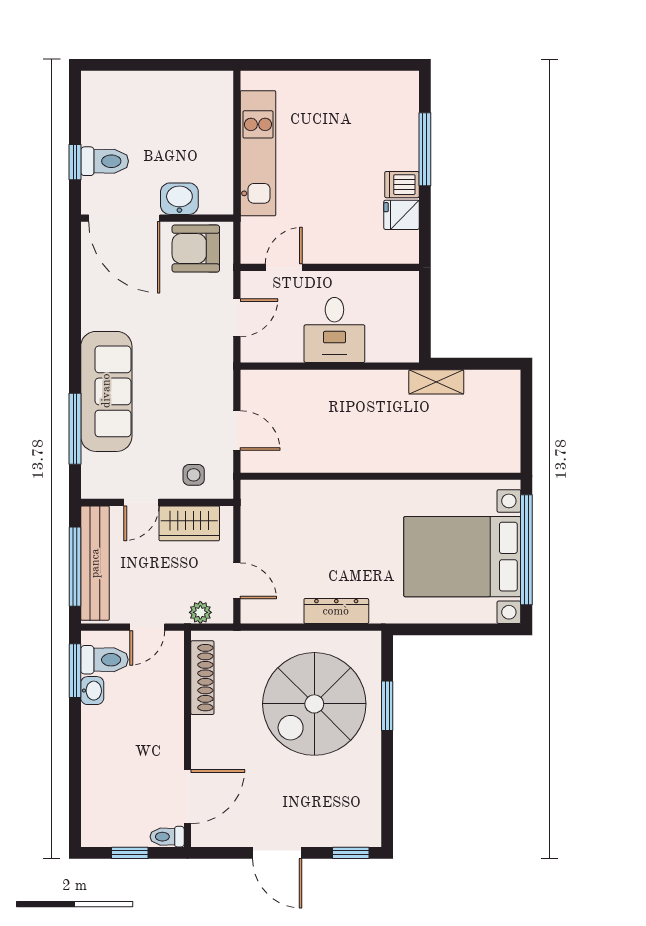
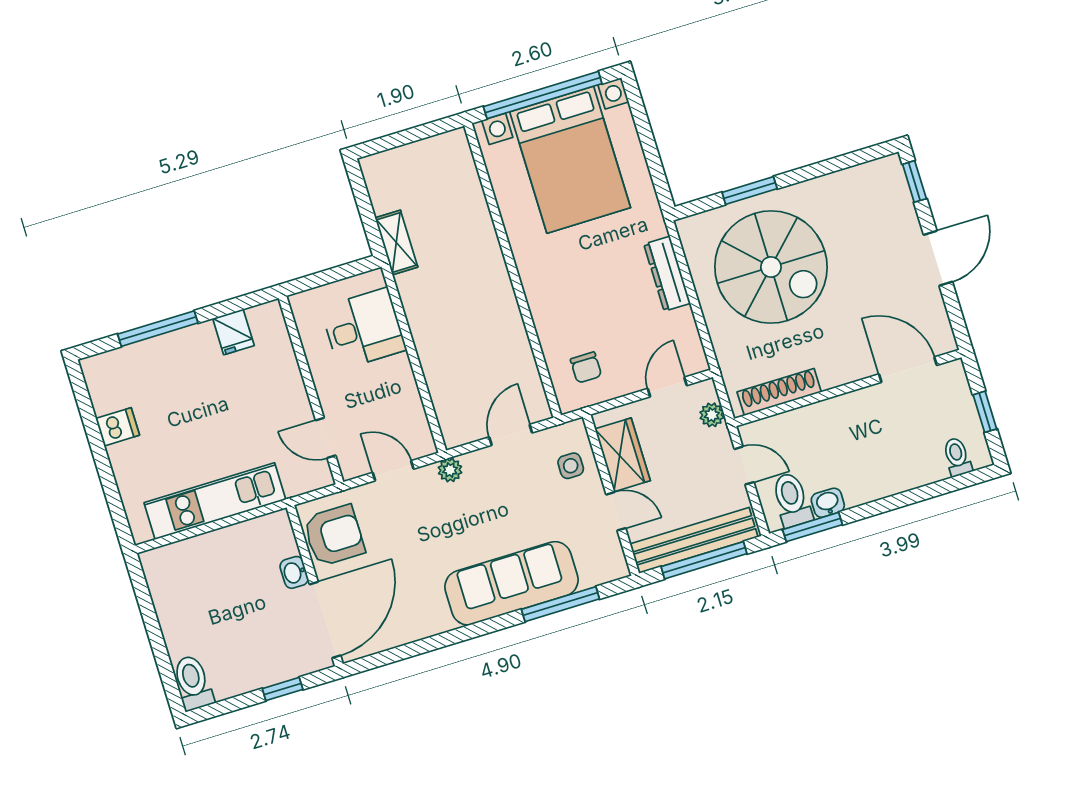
toilet: (105, 161) -> (193, 683), moved
dishwasher: (402, 185) -> (118, 427), moved, turned -90
washbasin: (179, 199) -> (294, 572), width x0.72, depth x0.69
armchair: (196, 249) -> (334, 536), turned -90
desk: (334, 330) -> (364, 329), moved
plant: (222, 368) -> (450, 470), added
chair: (276, 515) -> (586, 367), added
toilet: (167, 837) -> (957, 457), moved, turned 180

